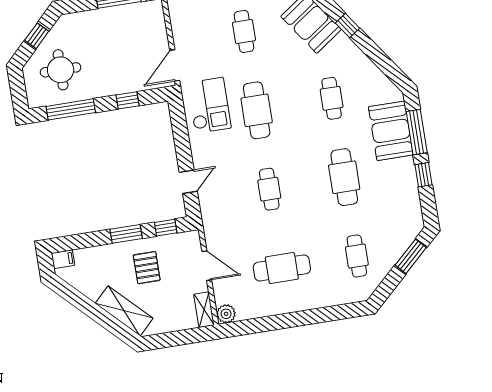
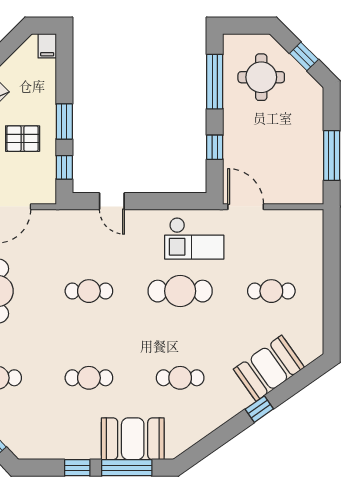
cafe table: (344, 177) -> (89, 378), width x0.73, depth x0.74

